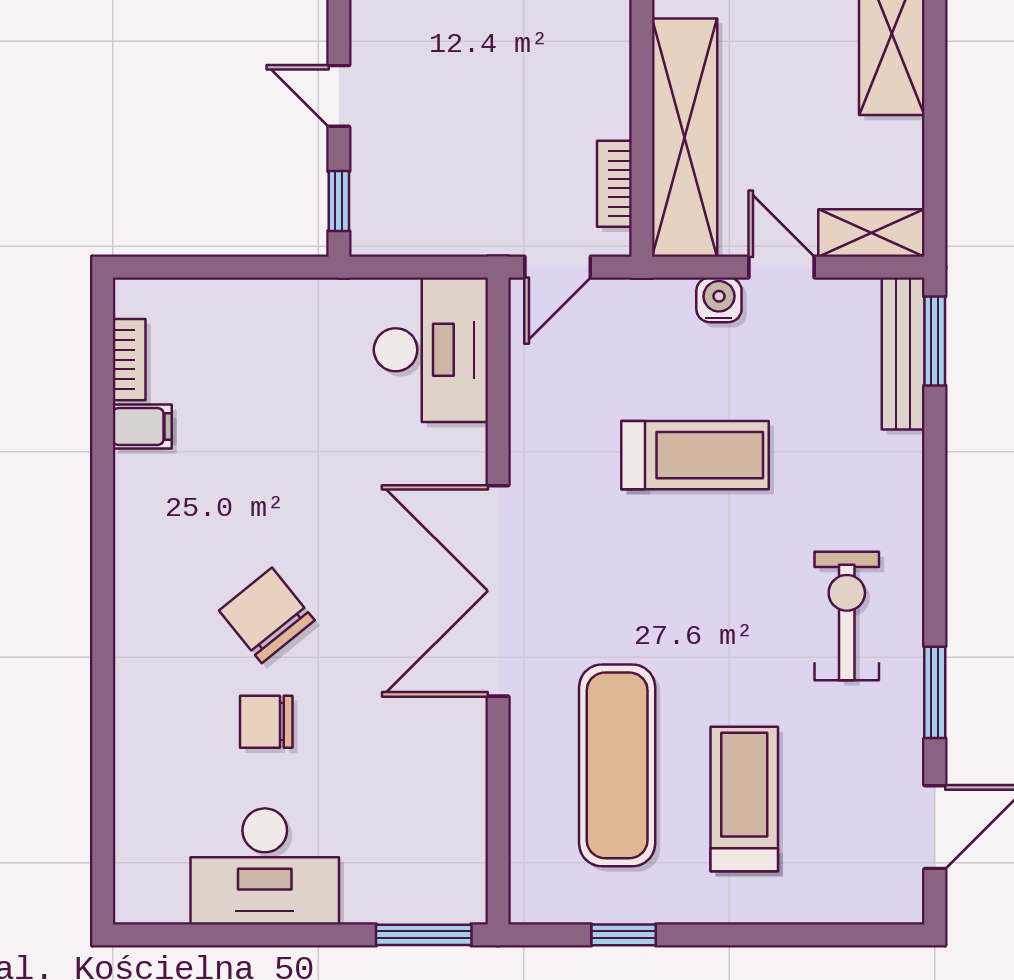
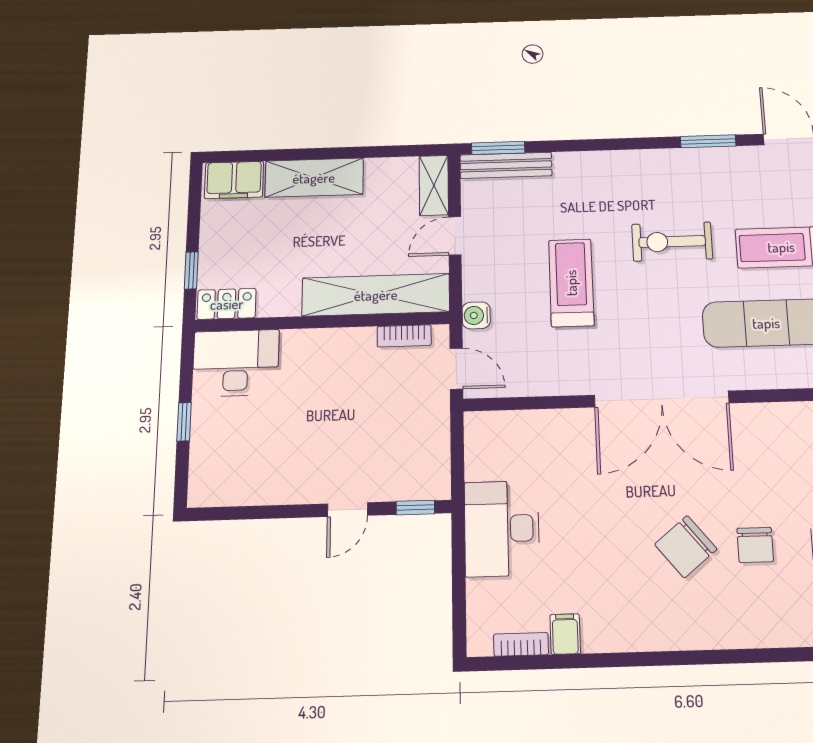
water cooler: (719, 300) -> (476, 315), moved
desk: (431, 350) -> (502, 528), moved, turned -90
exercise bike: (847, 616) -> (672, 242), moved

